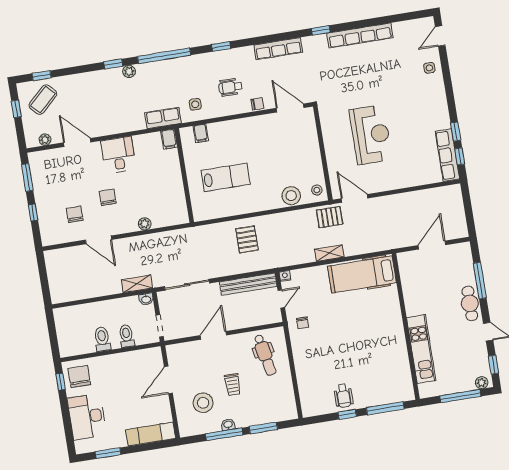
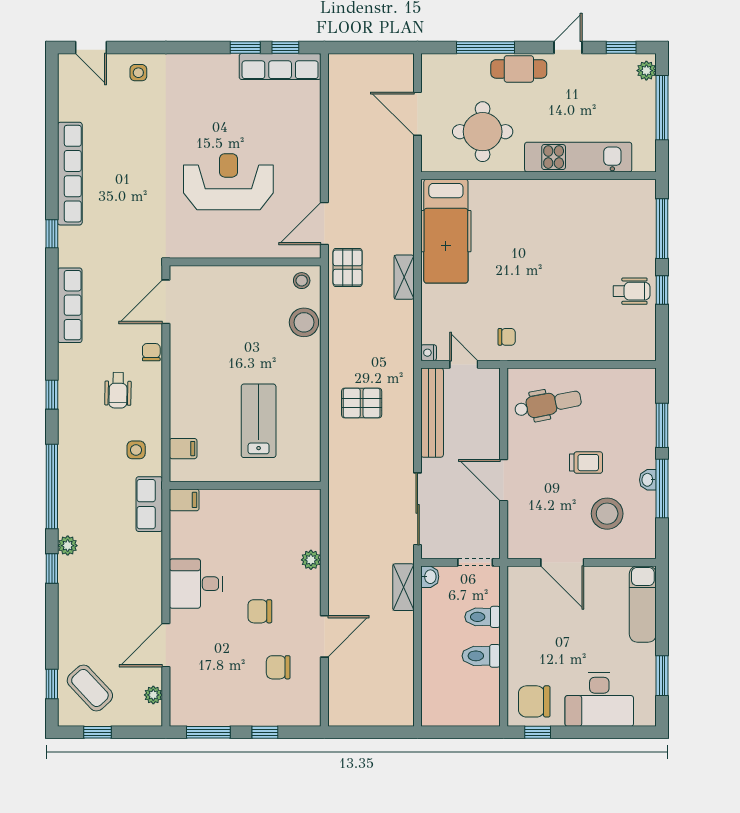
round table: (427, 287) -> (483, 132), added

